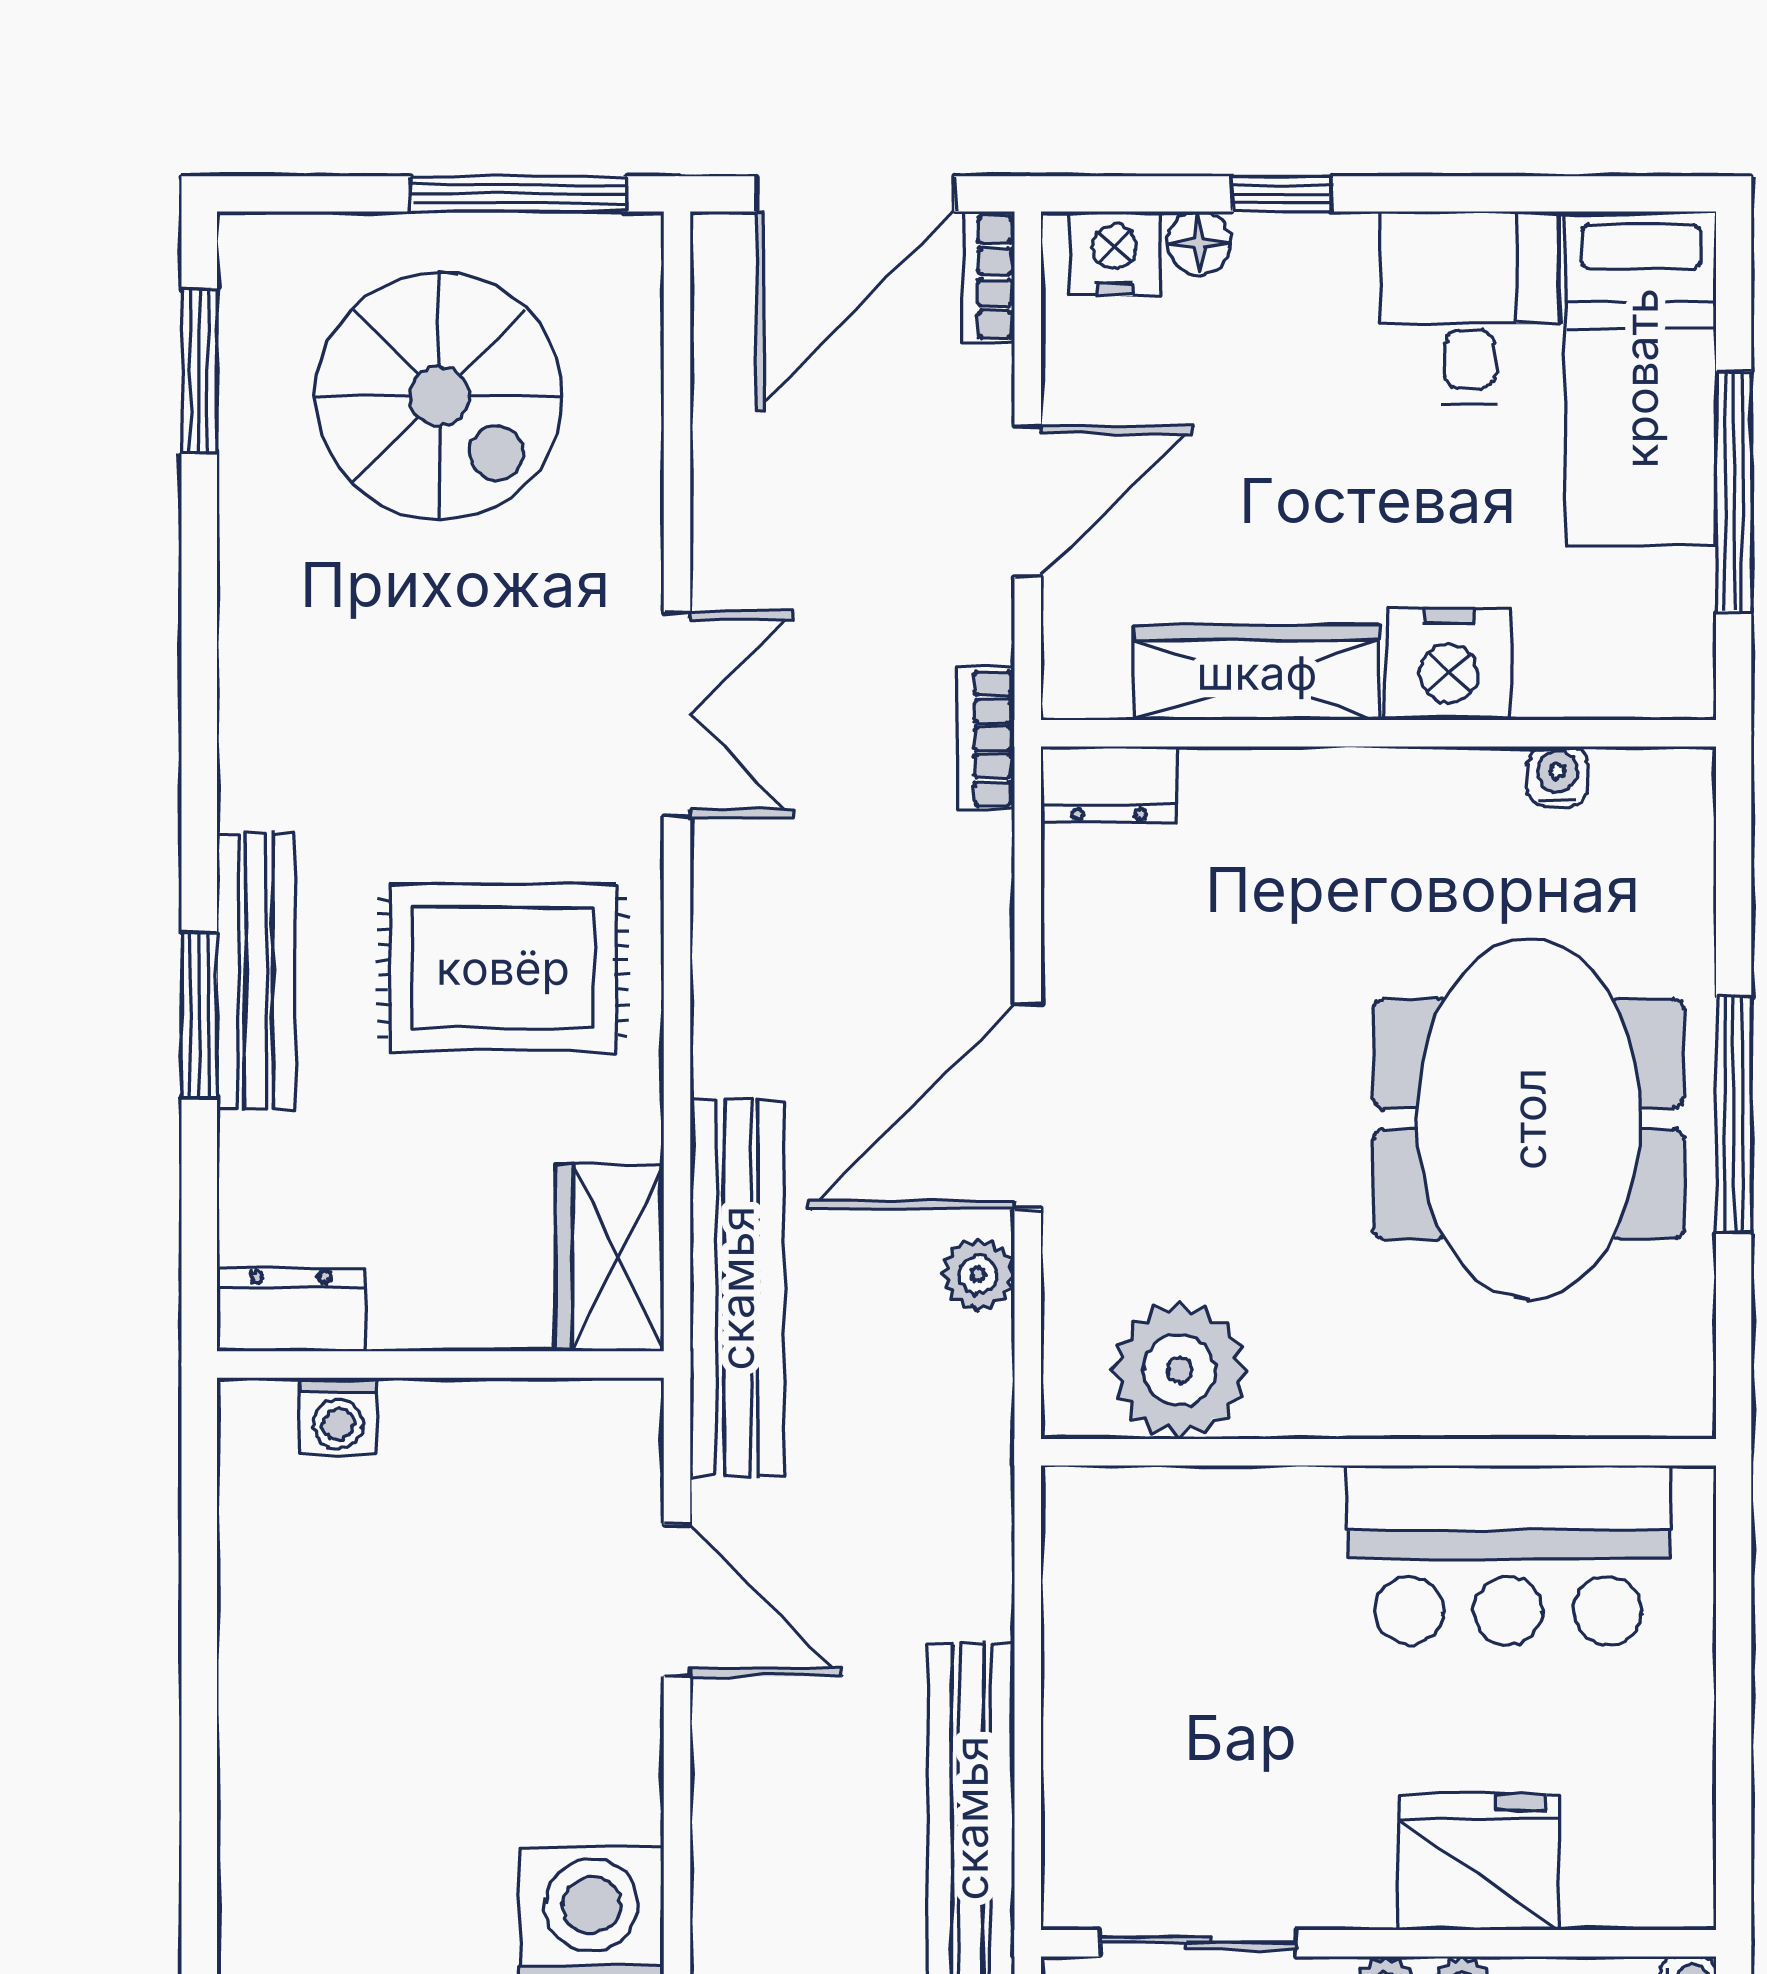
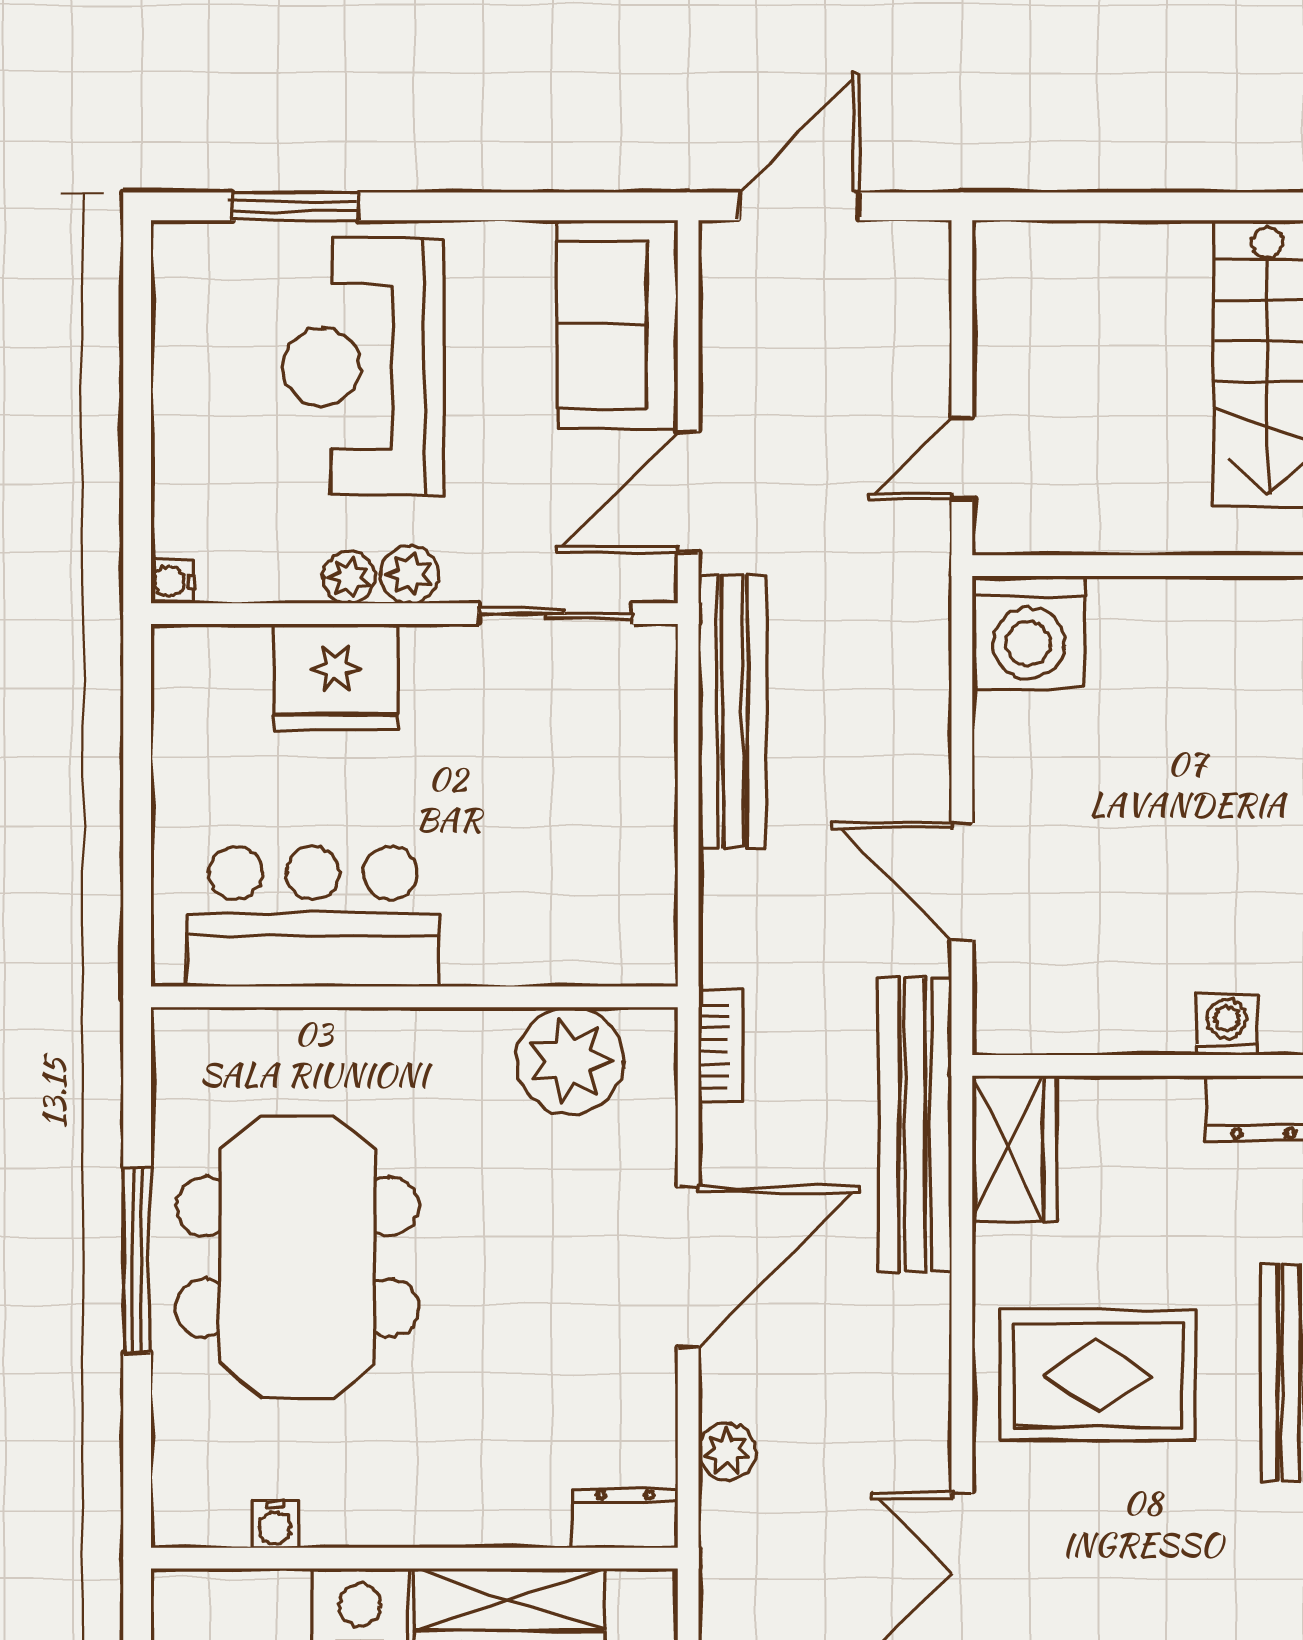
bookcase: (986, 738) -> (721, 1046), moved
plant: (978, 1274) -> (727, 1452), moved

